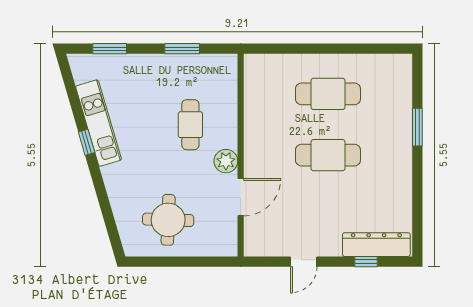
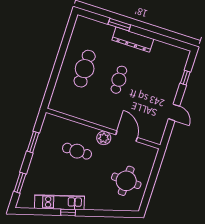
cafe table: (328, 155) -> (119, 80), width x0.73, depth x0.74
dresser: (376, 245) -> (133, 40), moved, turned -90

